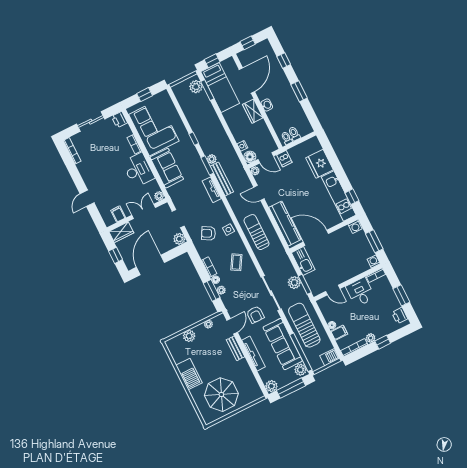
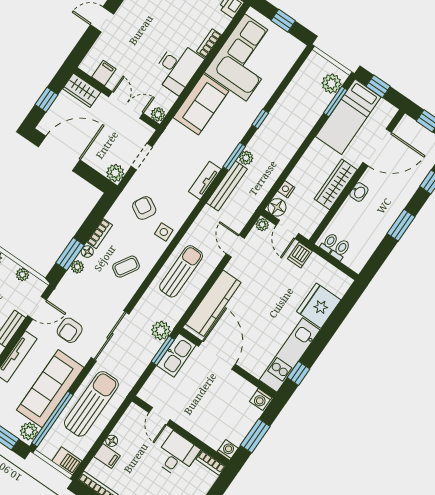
wardrobe: (253, 111) -> (336, 184), width x1.50
plant: (294, 283) -> (161, 331), moved
window: (305, 284) -> (163, 351), moved

